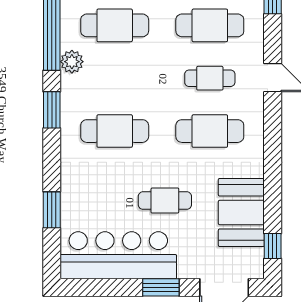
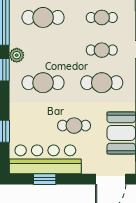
cafe table: (210, 25) -> (102, 17), width x0.73, depth x0.74
plant: (72, 62) -> (17, 55), moved
window: (161, 287) -> (45, 179), moved

